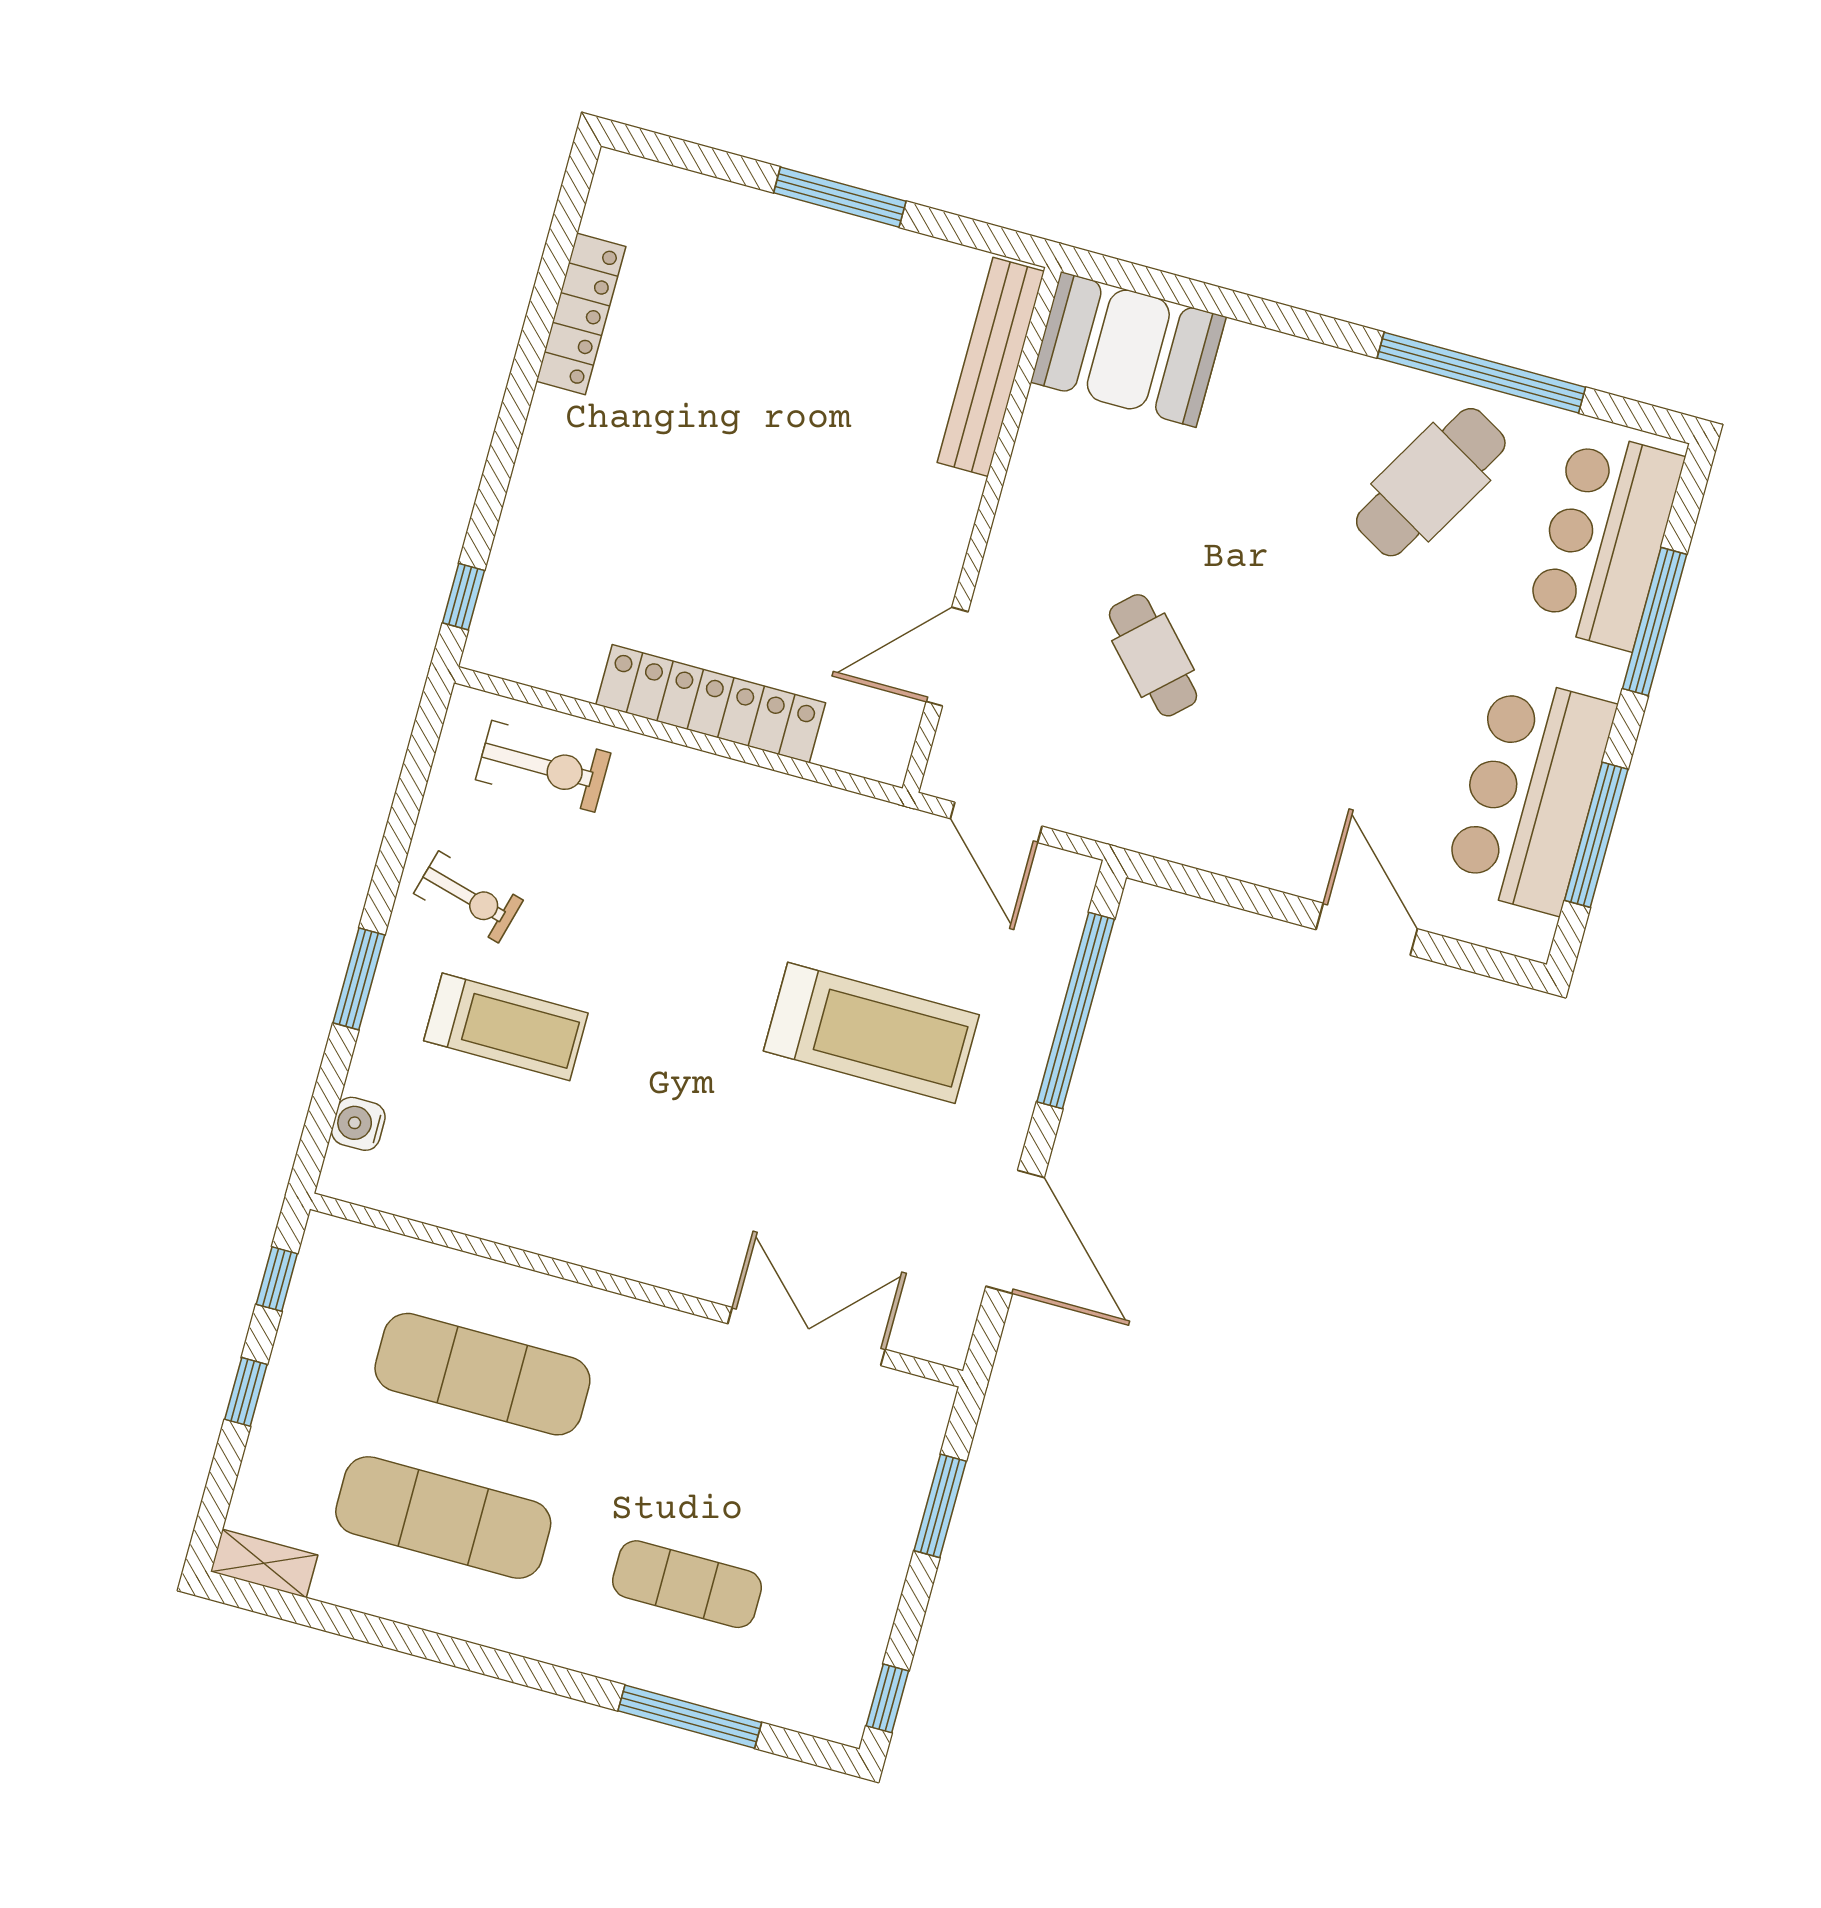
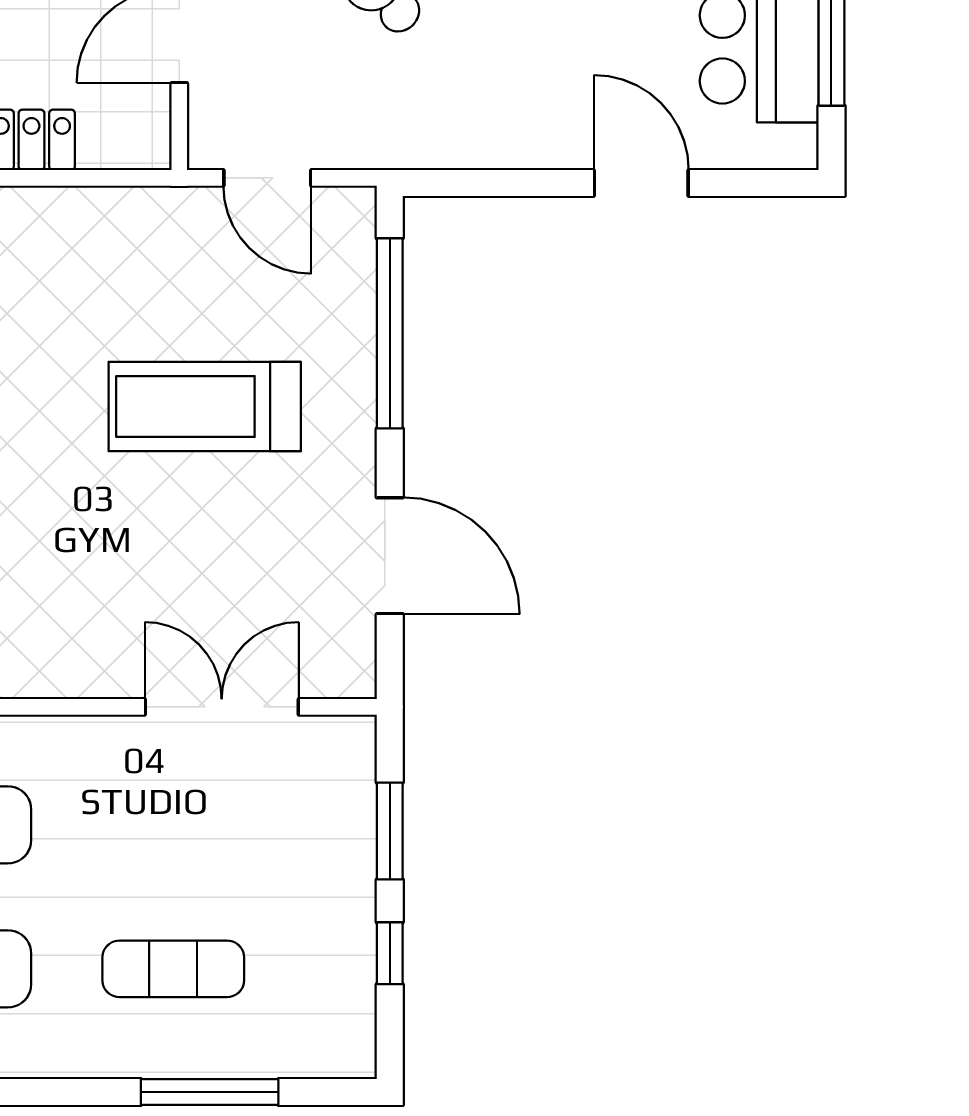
treadmill: (871, 1033) -> (205, 407), turned 180
window: (887, 1698) -> (390, 953), moved

